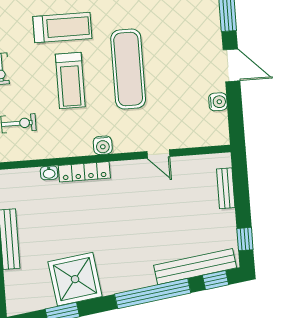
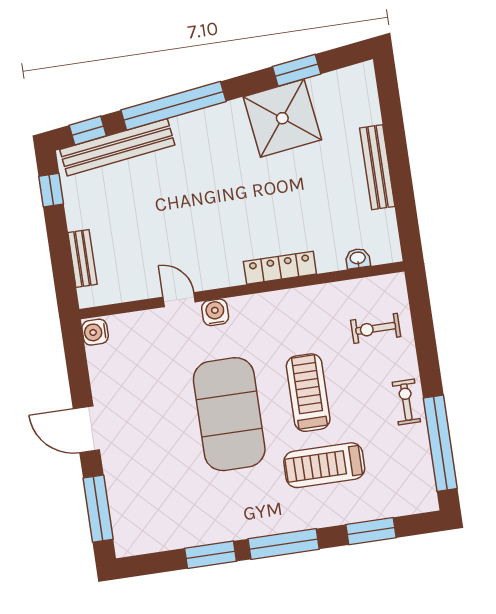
exercise mat: (128, 69) -> (229, 414), width x1.47
water cooler: (218, 102) -> (95, 332), moved
water cooler: (103, 145) -> (215, 312), moved
washbasin: (49, 173) -> (358, 258), moved

